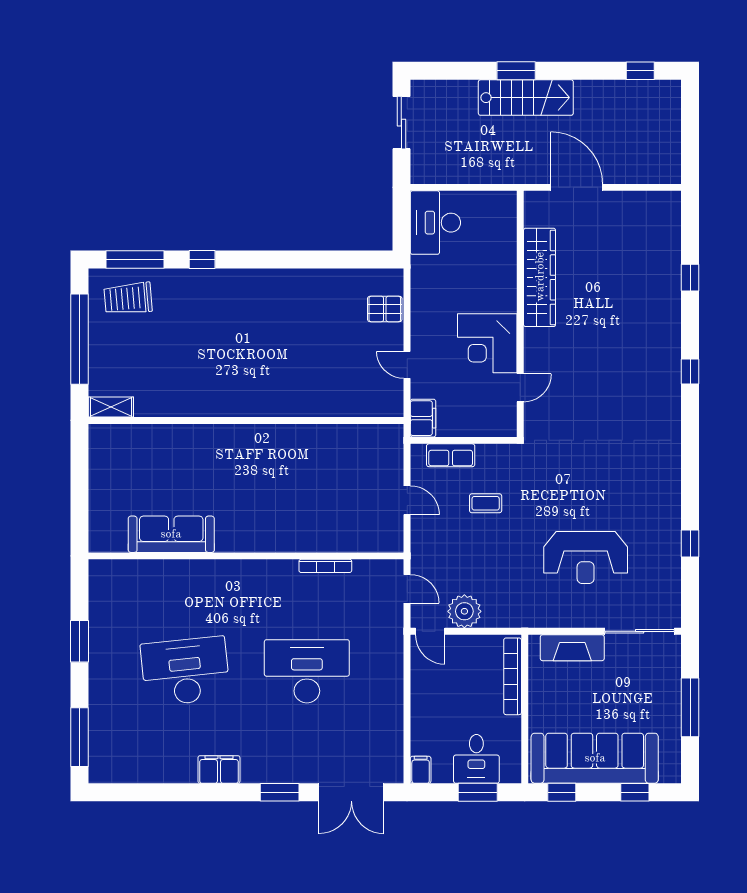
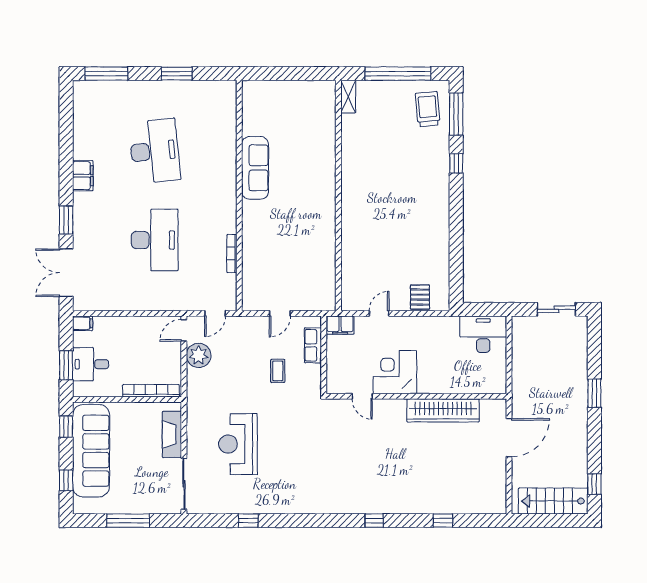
stairs: (526, 98) -> (553, 501), moved, turned 90
sofa: (171, 534) -> (255, 168), moved

